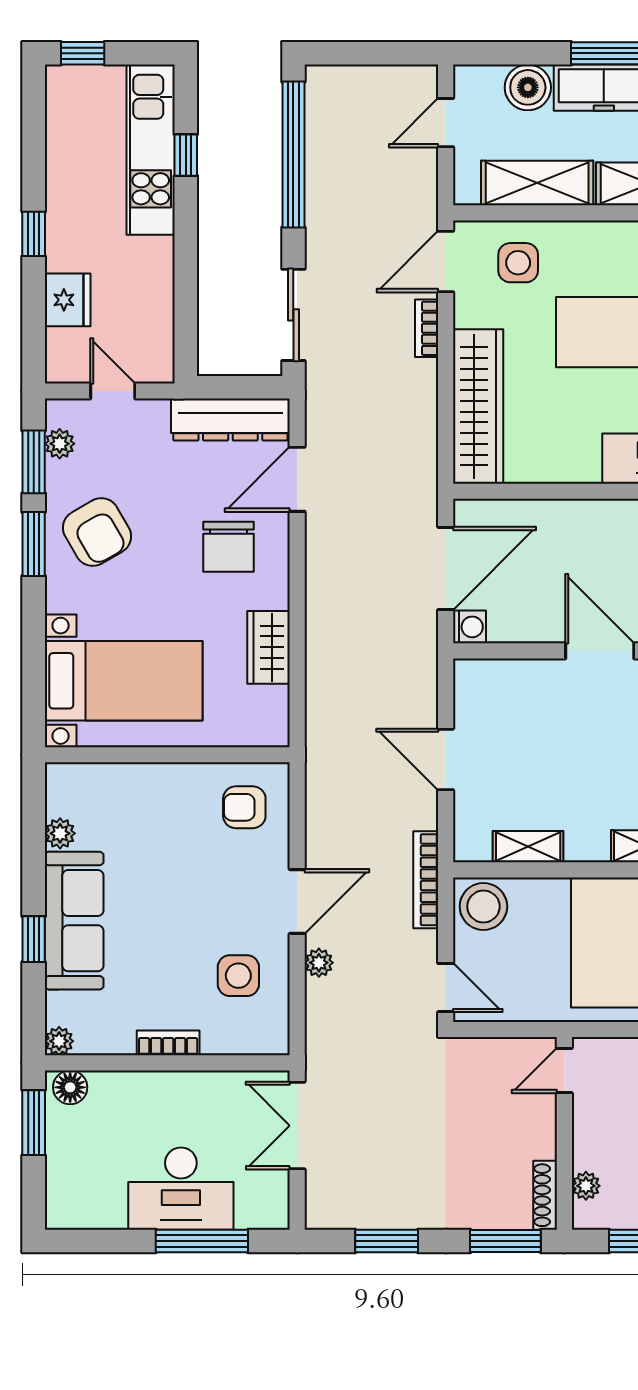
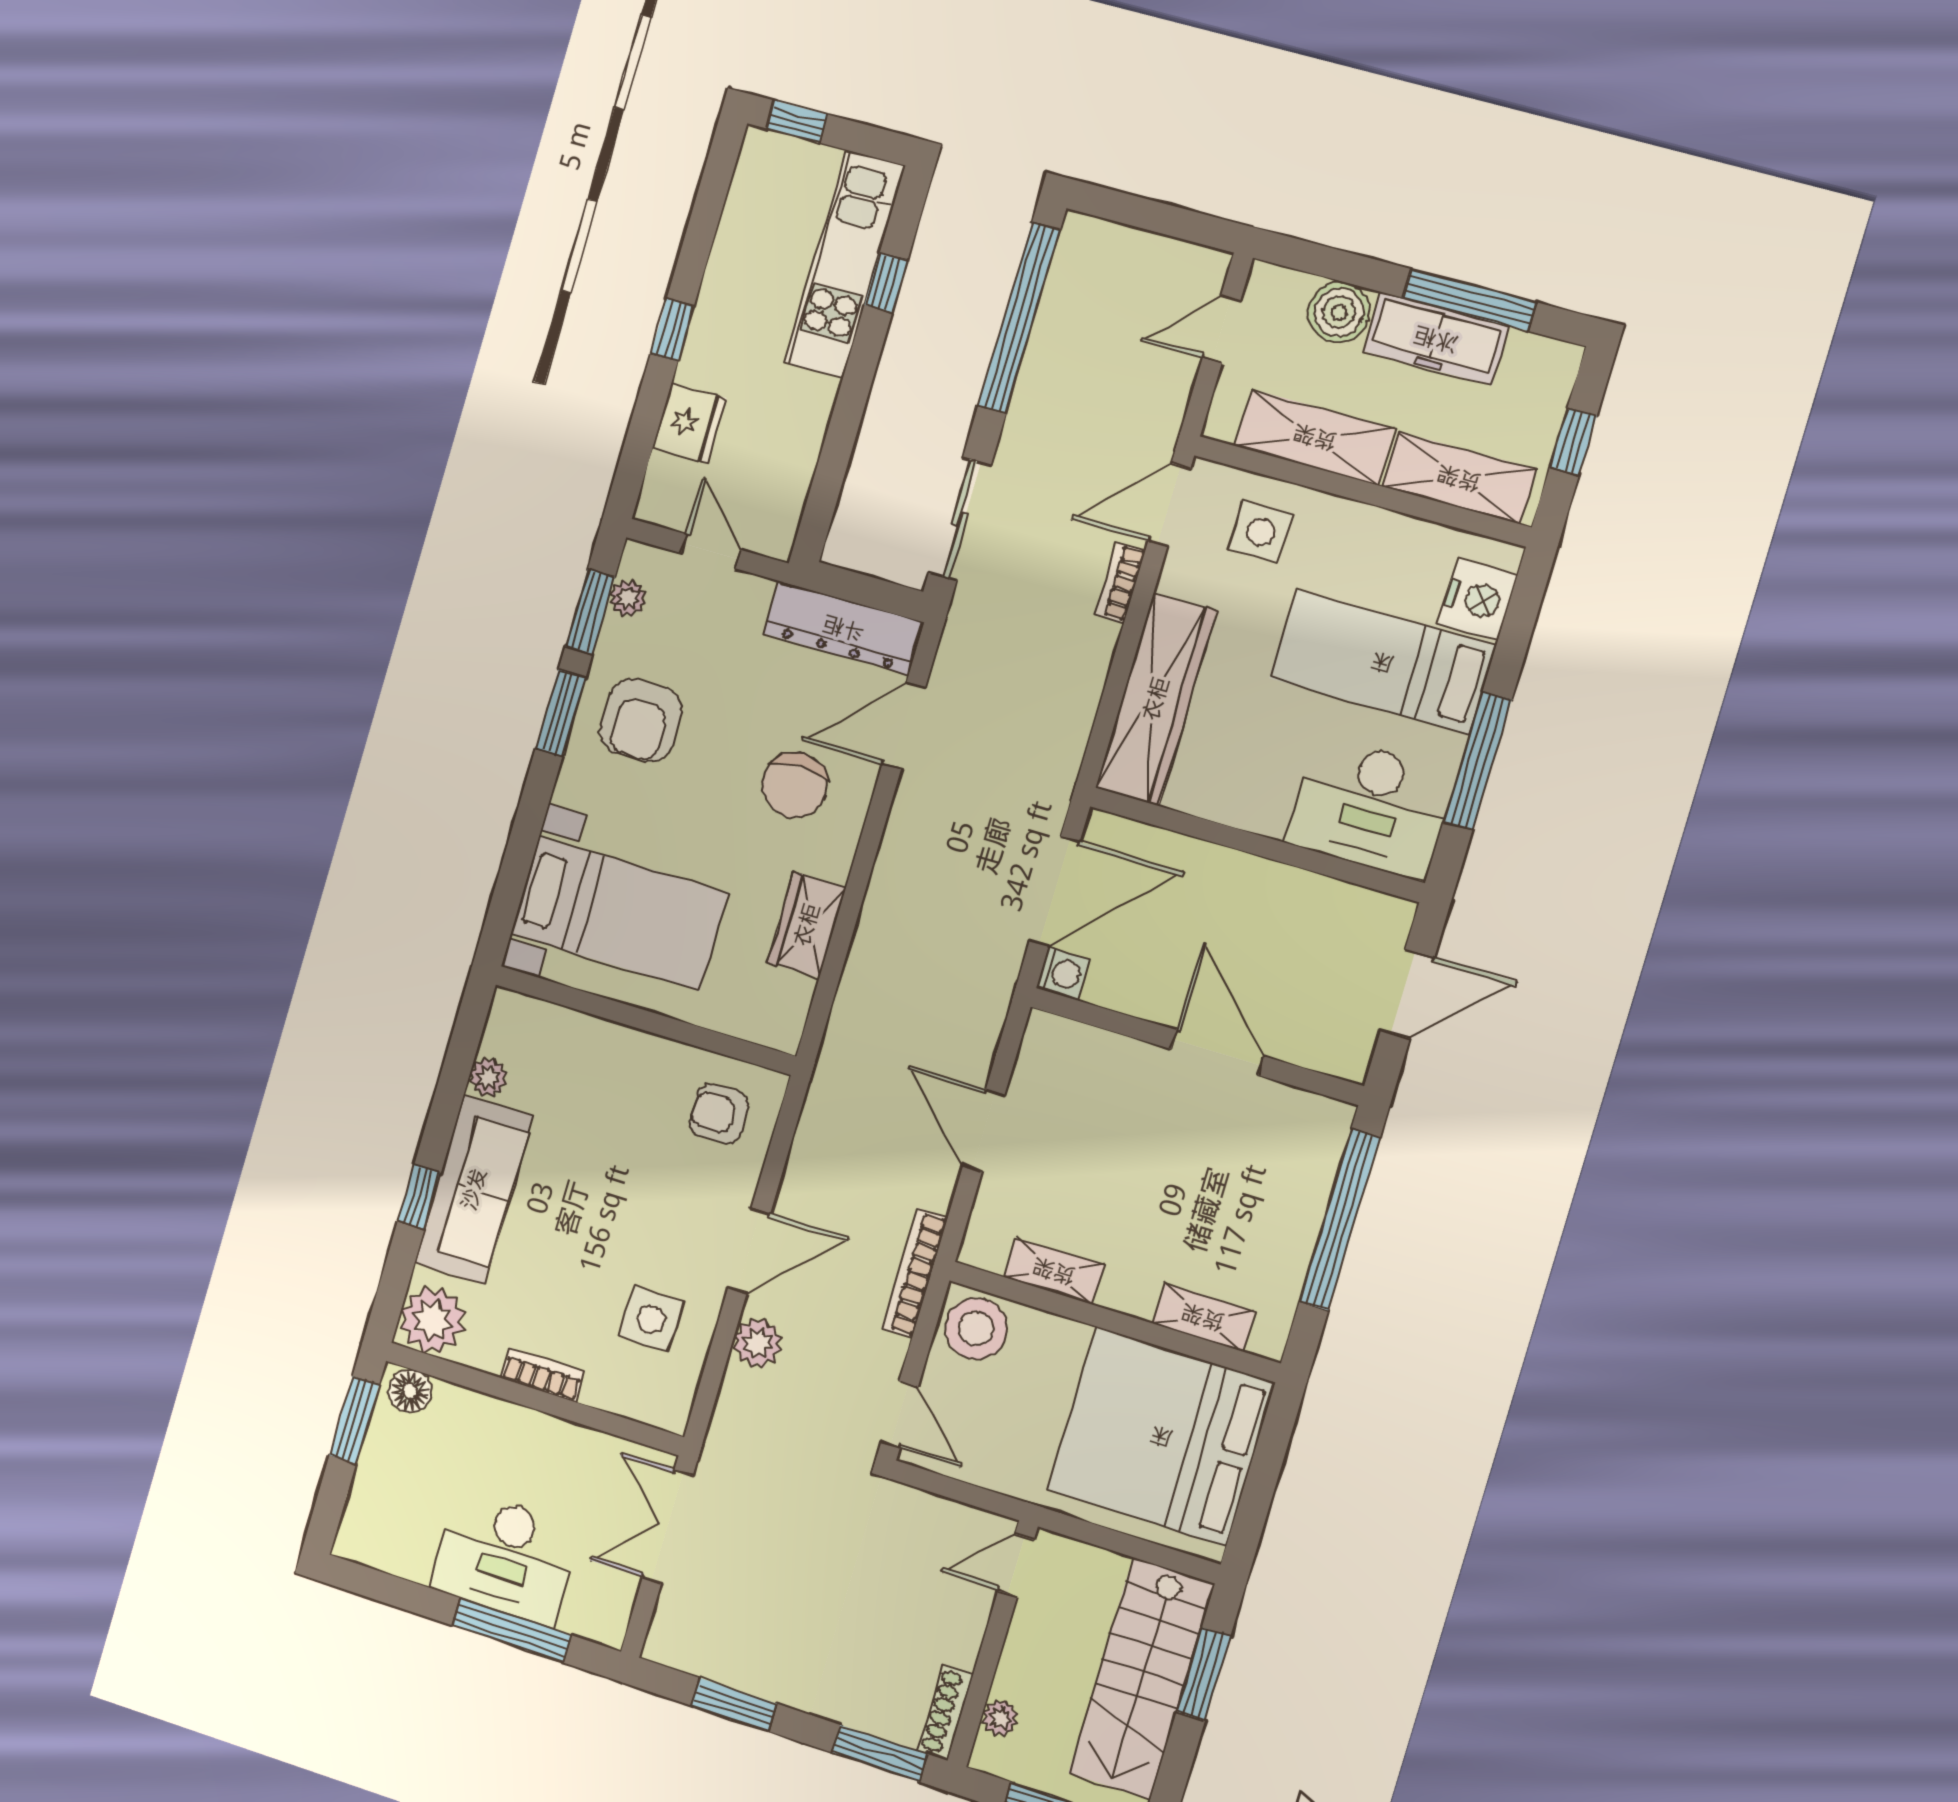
armchair: (97, 532) -> (641, 720), turned 30
plant: (319, 963) -> (758, 1343), width x1.38, depth x1.38
plant: (59, 1041) -> (432, 1320), width x1.87, depth x1.87

